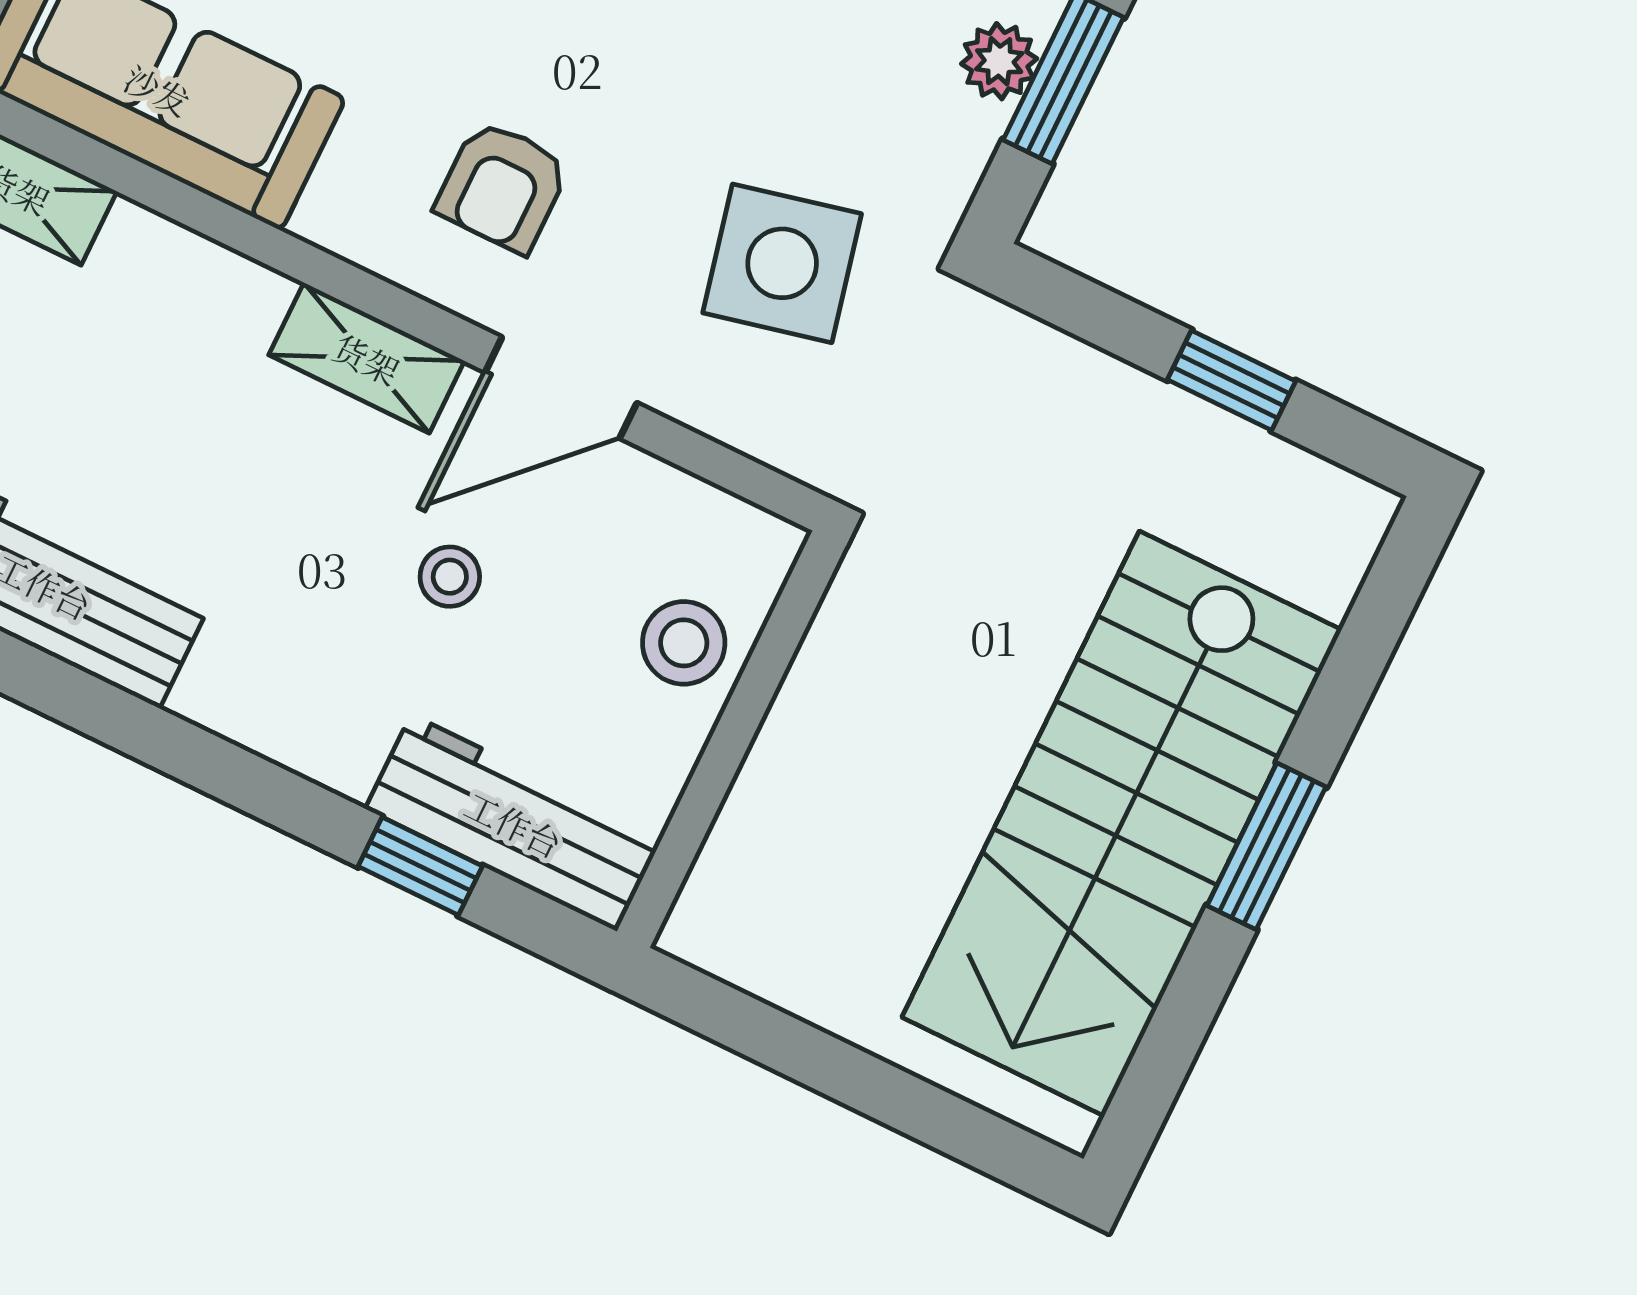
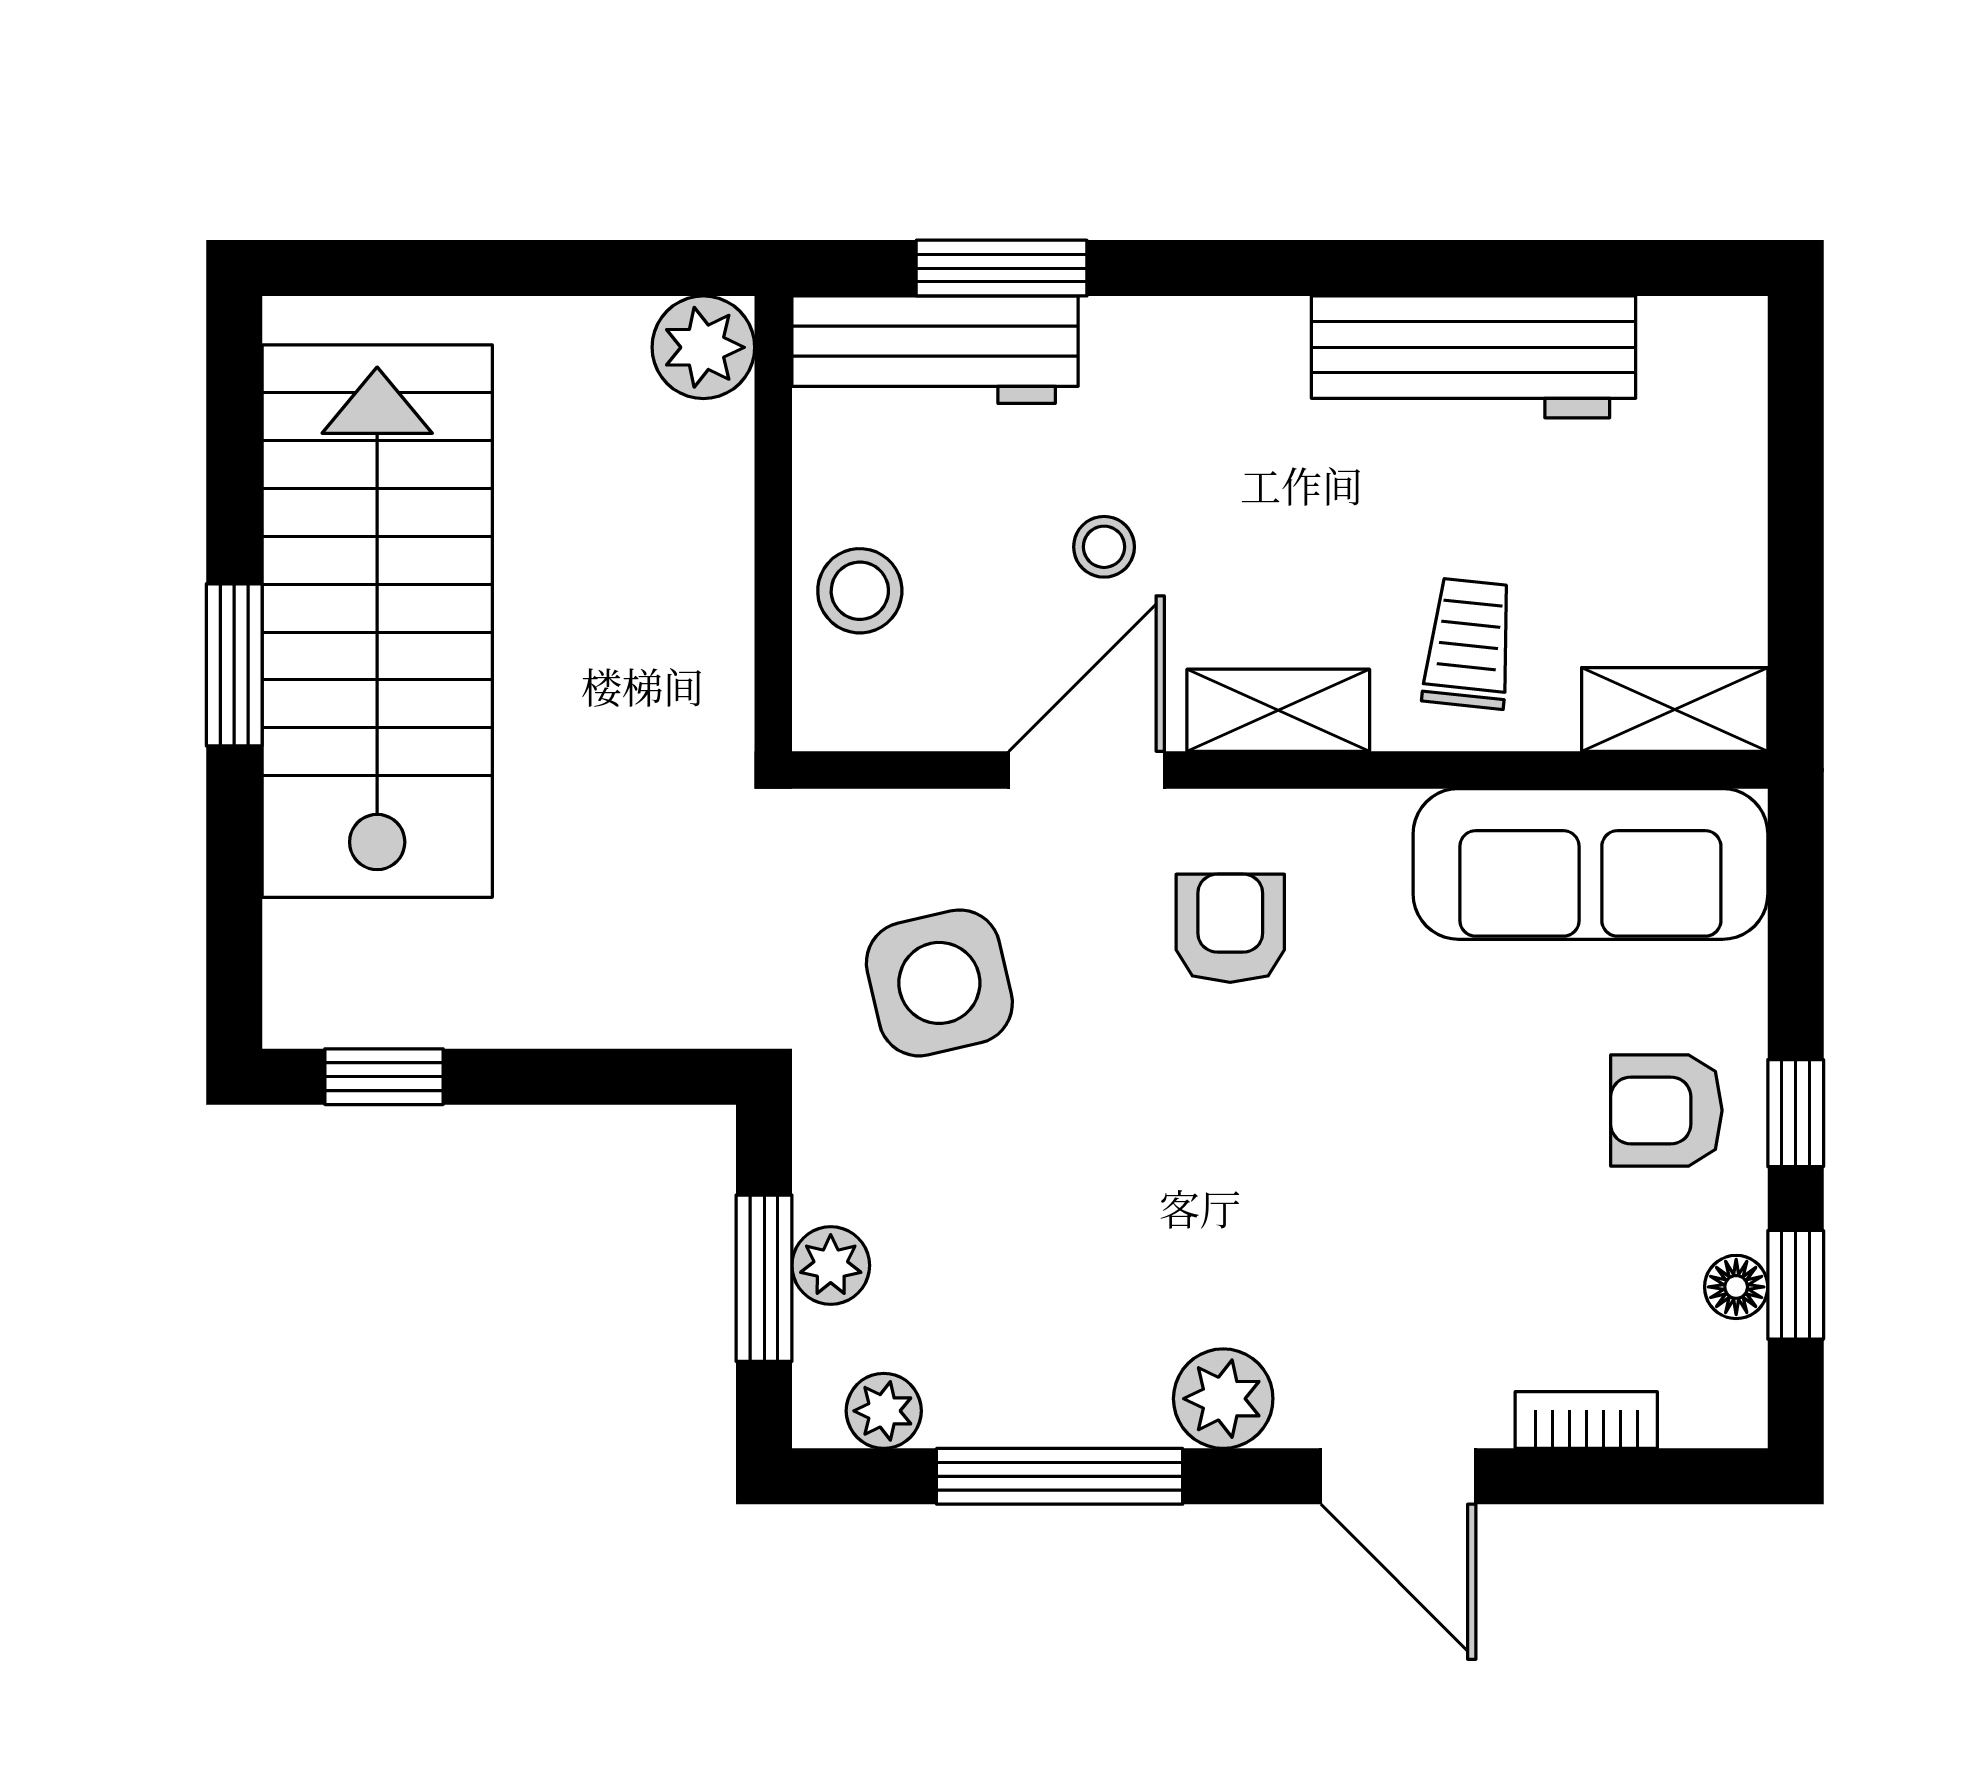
trolley: (170, 335) -> (1469, 644), added
window: (1232, 380) -> (384, 1077), moved
window: (420, 866) -> (1002, 268), width x1.50
plant: (717, 925) -> (703, 347), added

